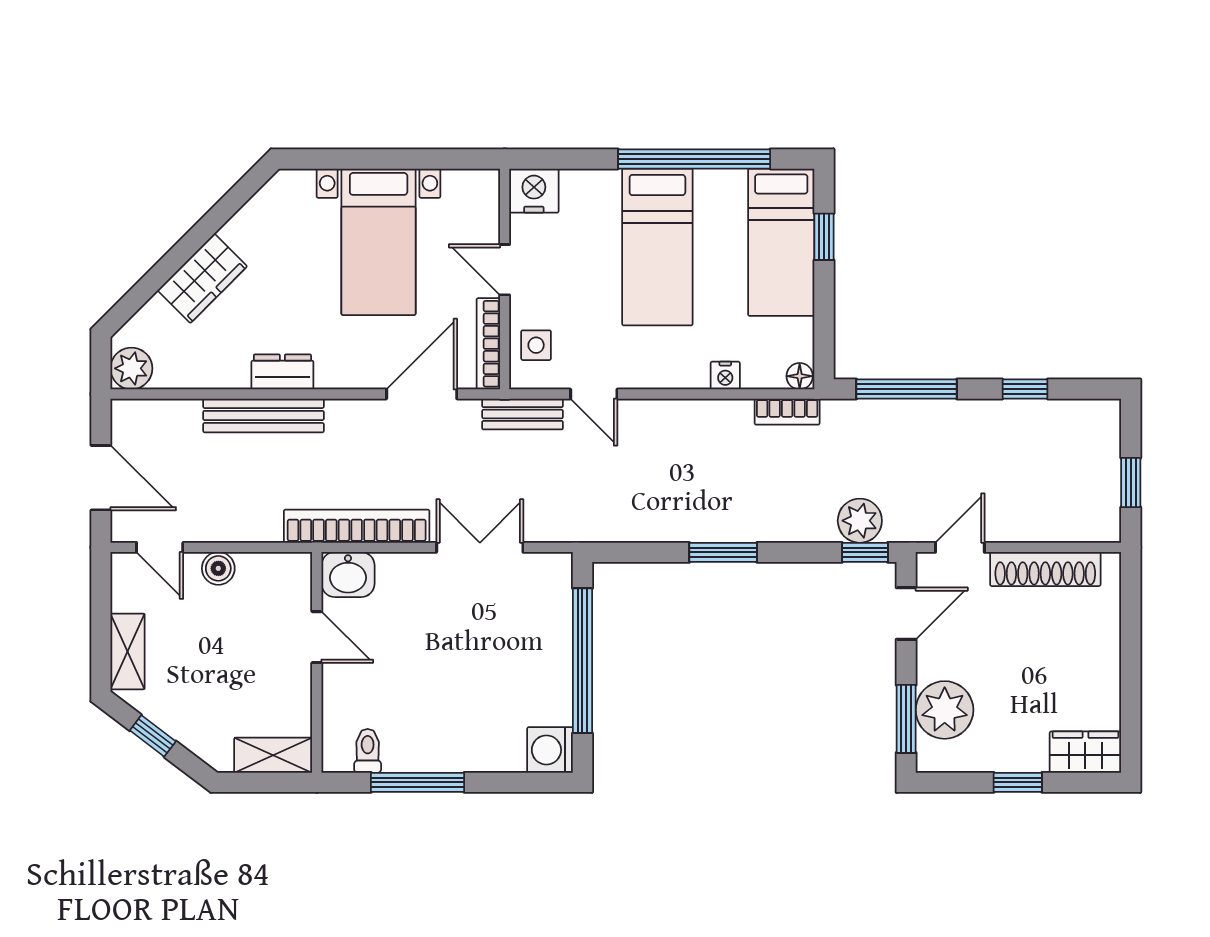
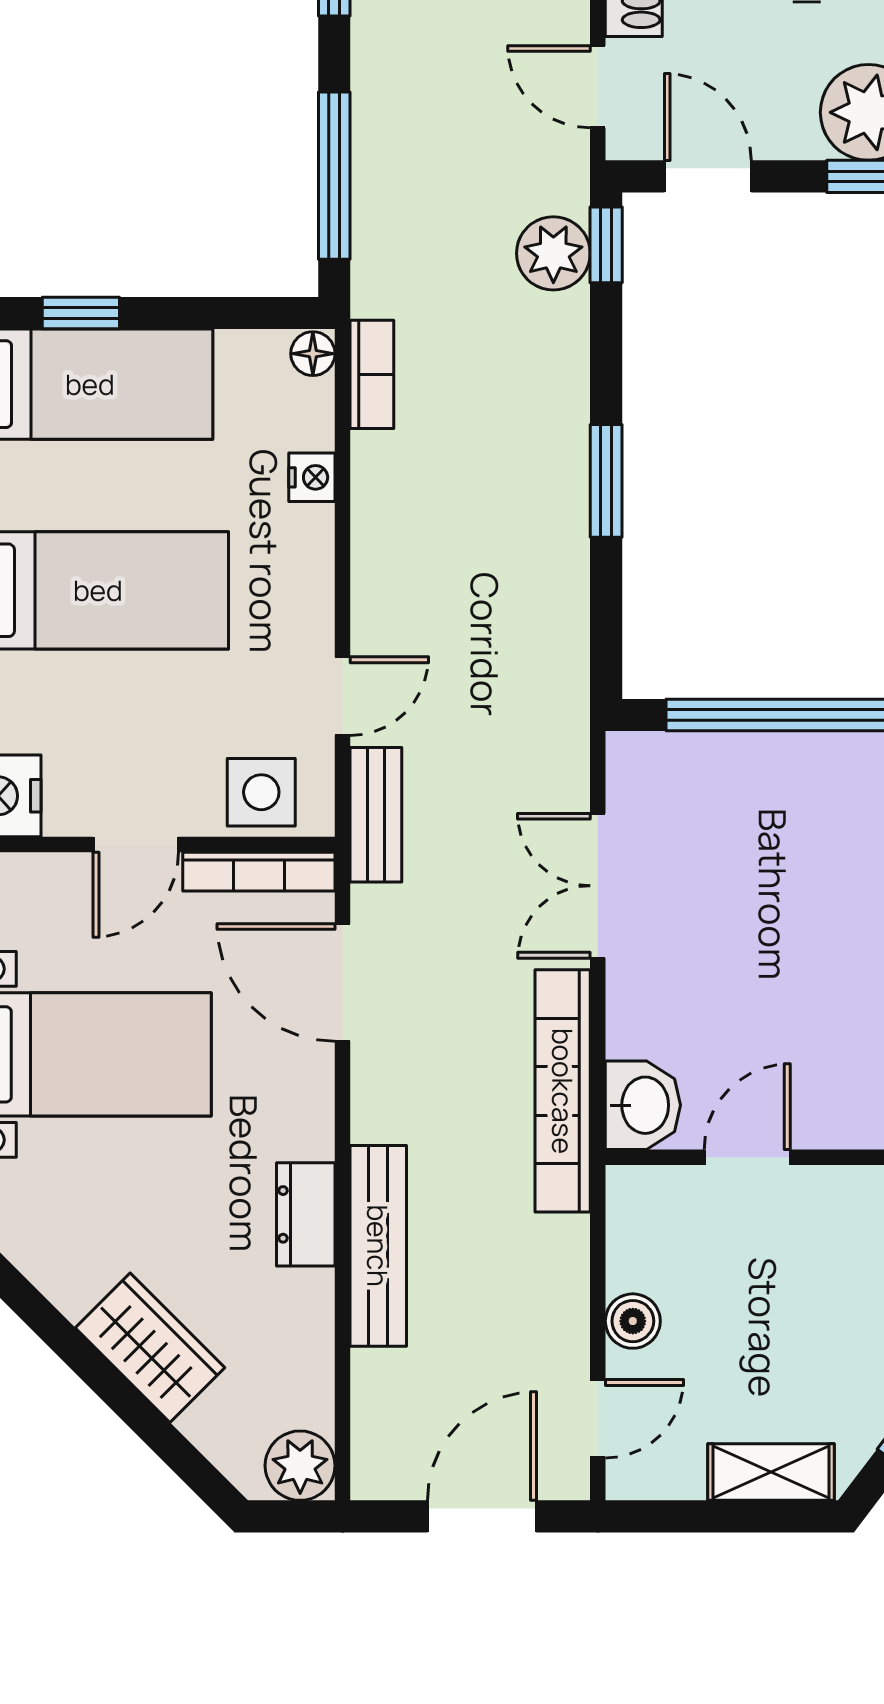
side table: (536, 345) -> (261, 792), width x1.37, depth x1.37

